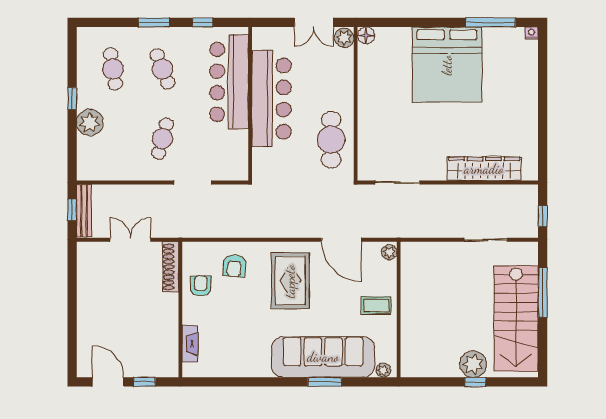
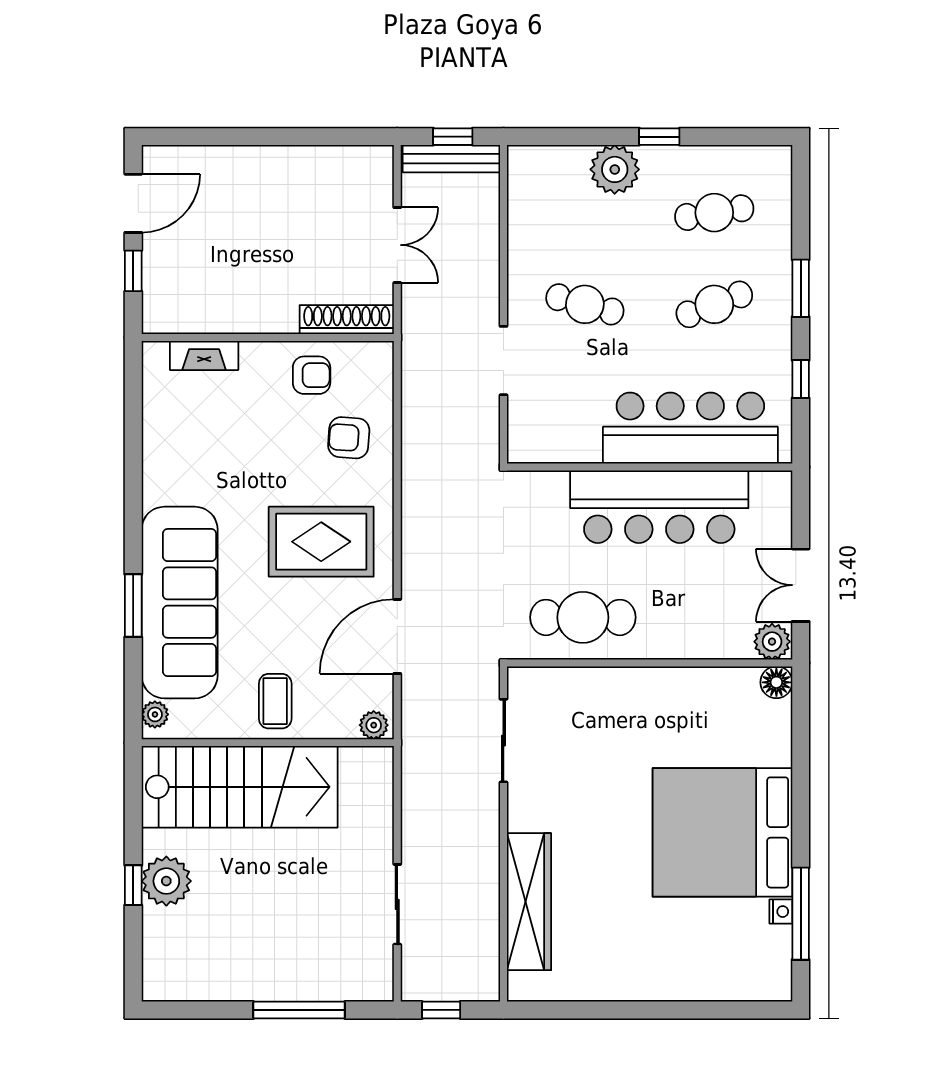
nightstand: (532, 33) -> (781, 912), moved
stairs: (516, 318) -> (240, 787), moved, turned 180

